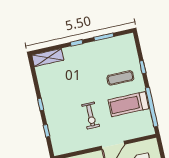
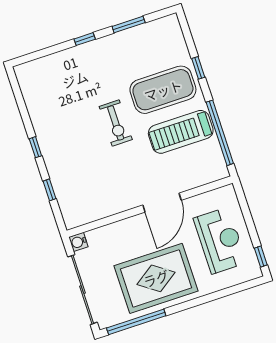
shelving: (48, 58) -> (39, 68), removed
exercise mat: (120, 78) -> (163, 90), width x2.00, depth x1.45
exercise bike: (91, 115) -> (116, 123), moved

